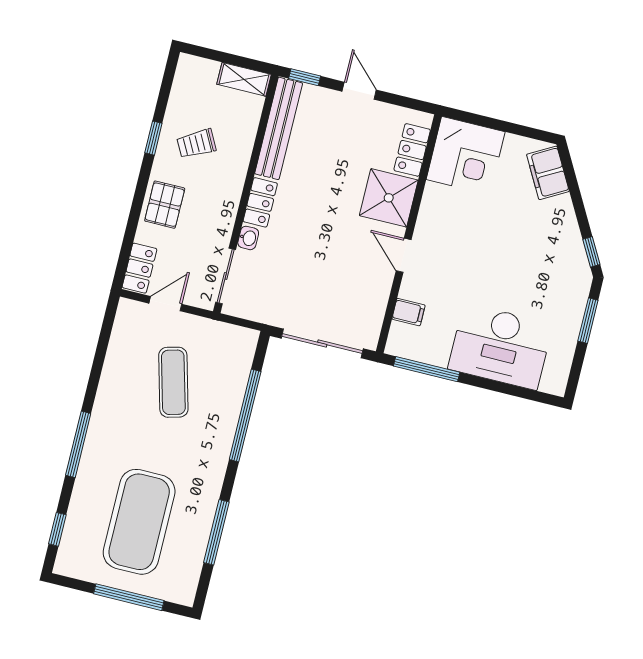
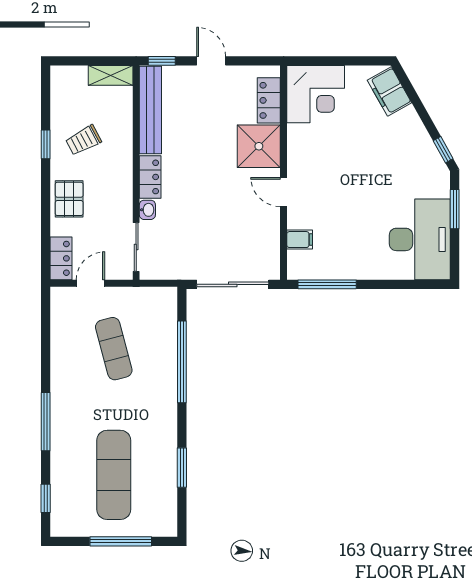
desk: (500, 346) -> (420, 239), moved, turned -90
exercise mat: (139, 522) -> (114, 475), width x0.68
window: (216, 532) -> (182, 468), width x0.69

